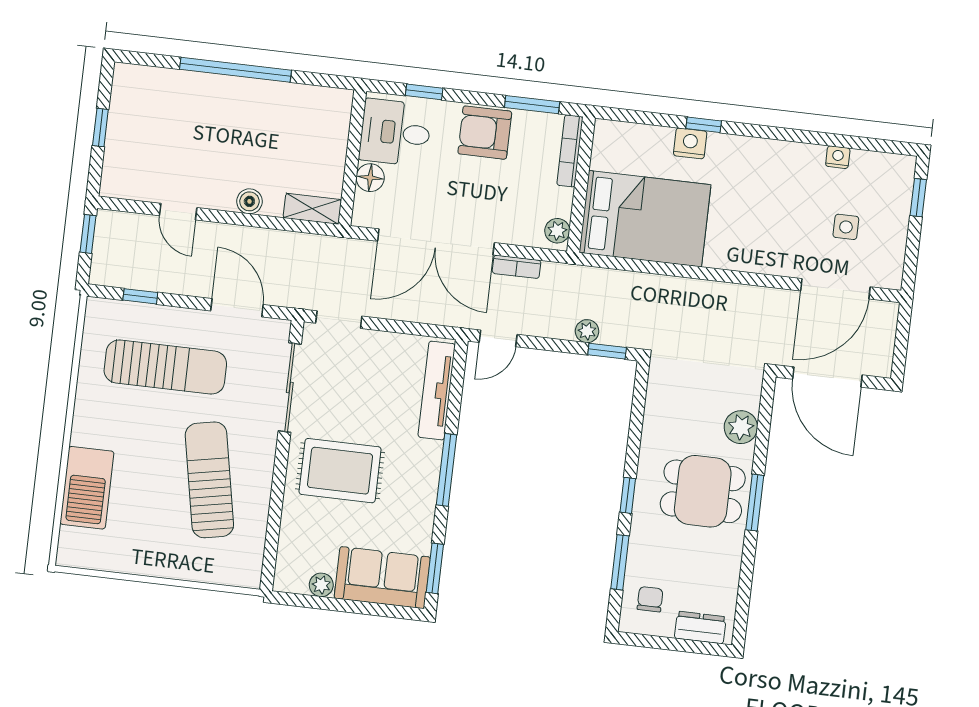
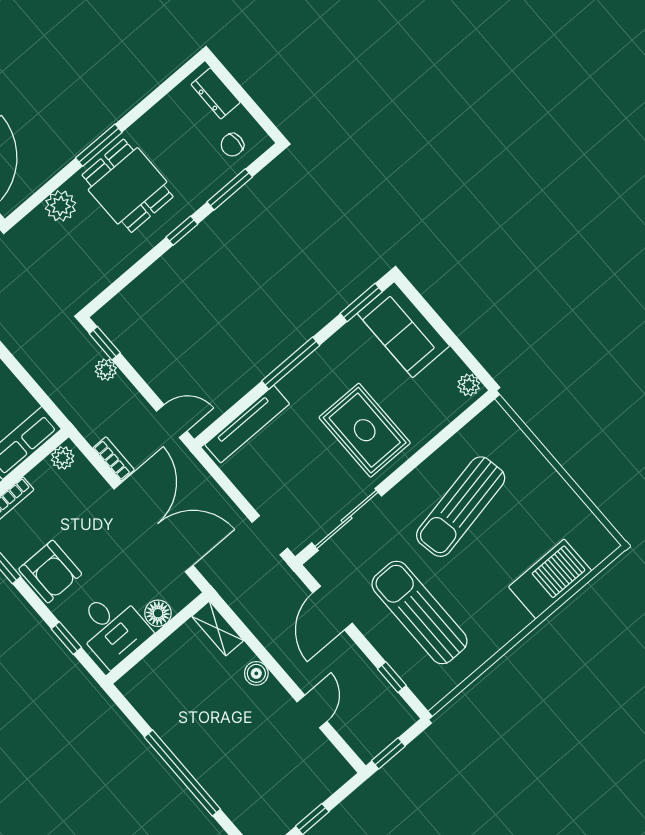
plant: (321, 585) -> (469, 385), moved

